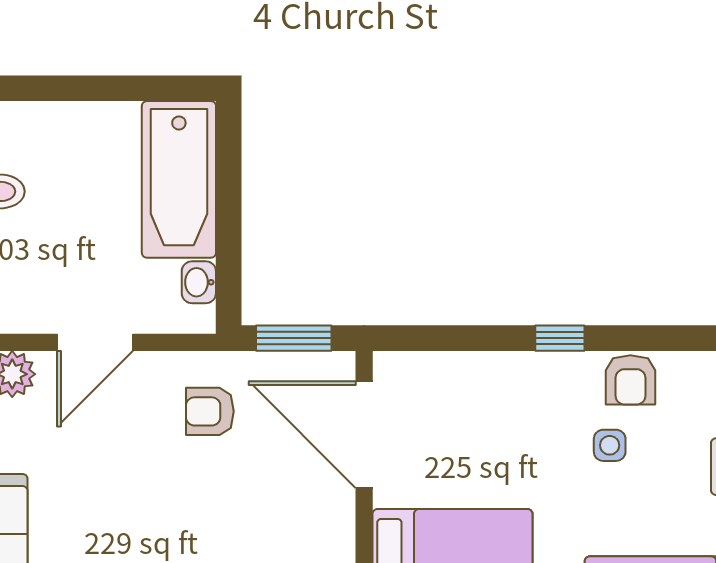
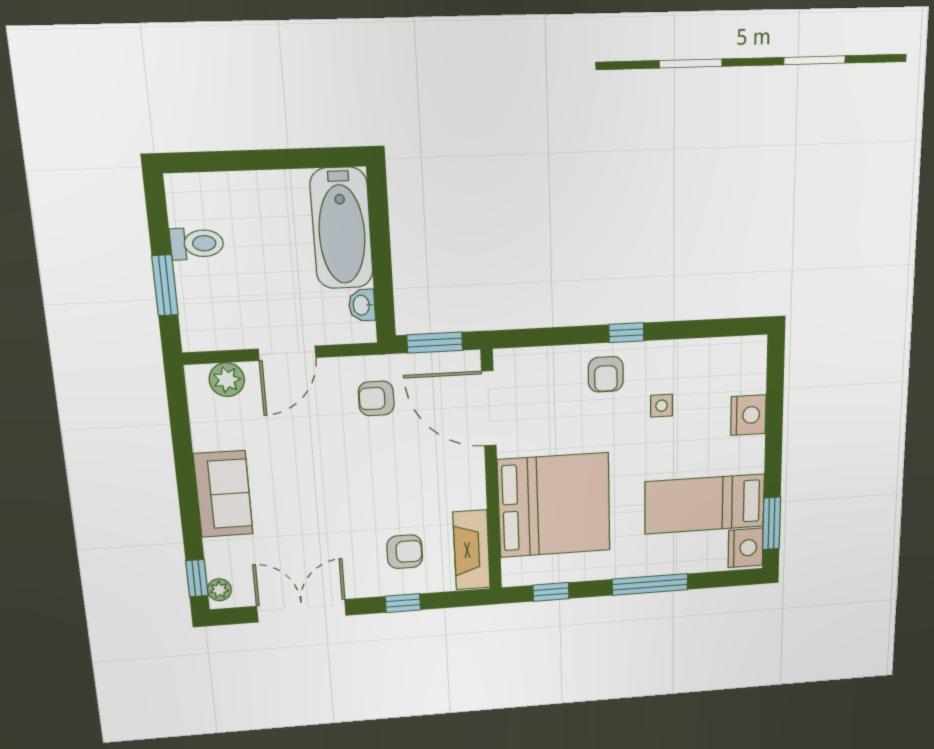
armchair: (630, 380) -> (606, 374), moved

